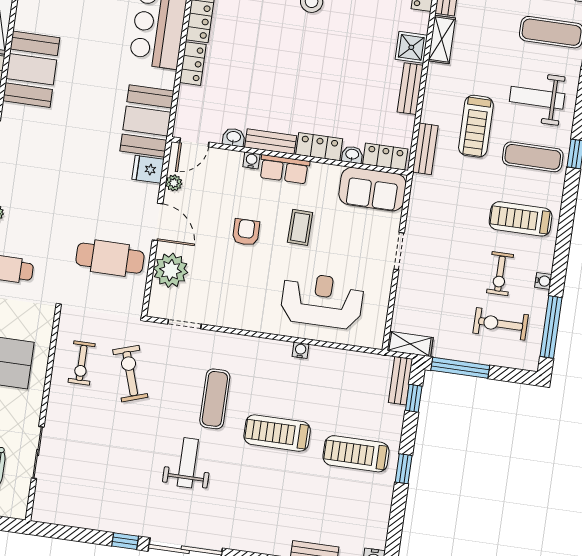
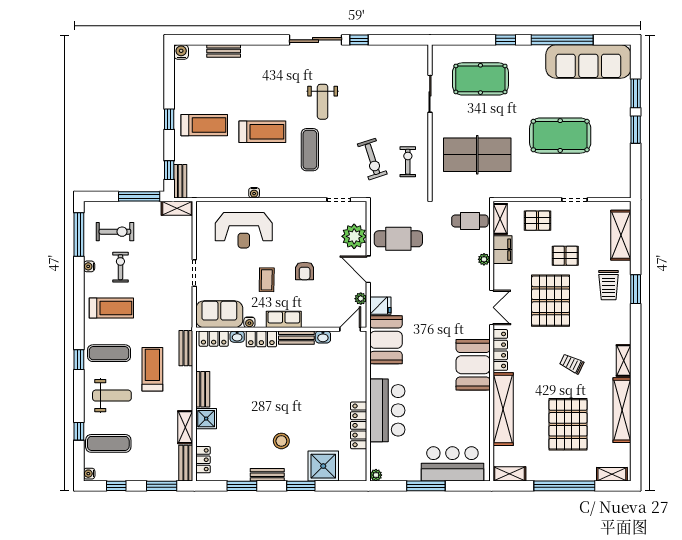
locker: (193, 64) -> (359, 385), removed
water cooler: (251, 160) -> (249, 322), moved

